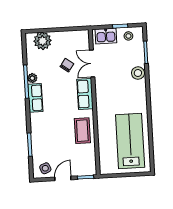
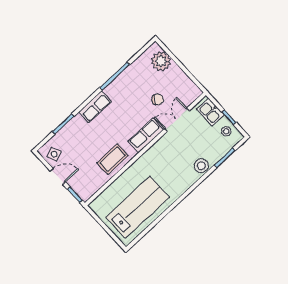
plant: (32, 78) -> (122, 79), removed
row of seats: (35, 98) -> (95, 107), moved

